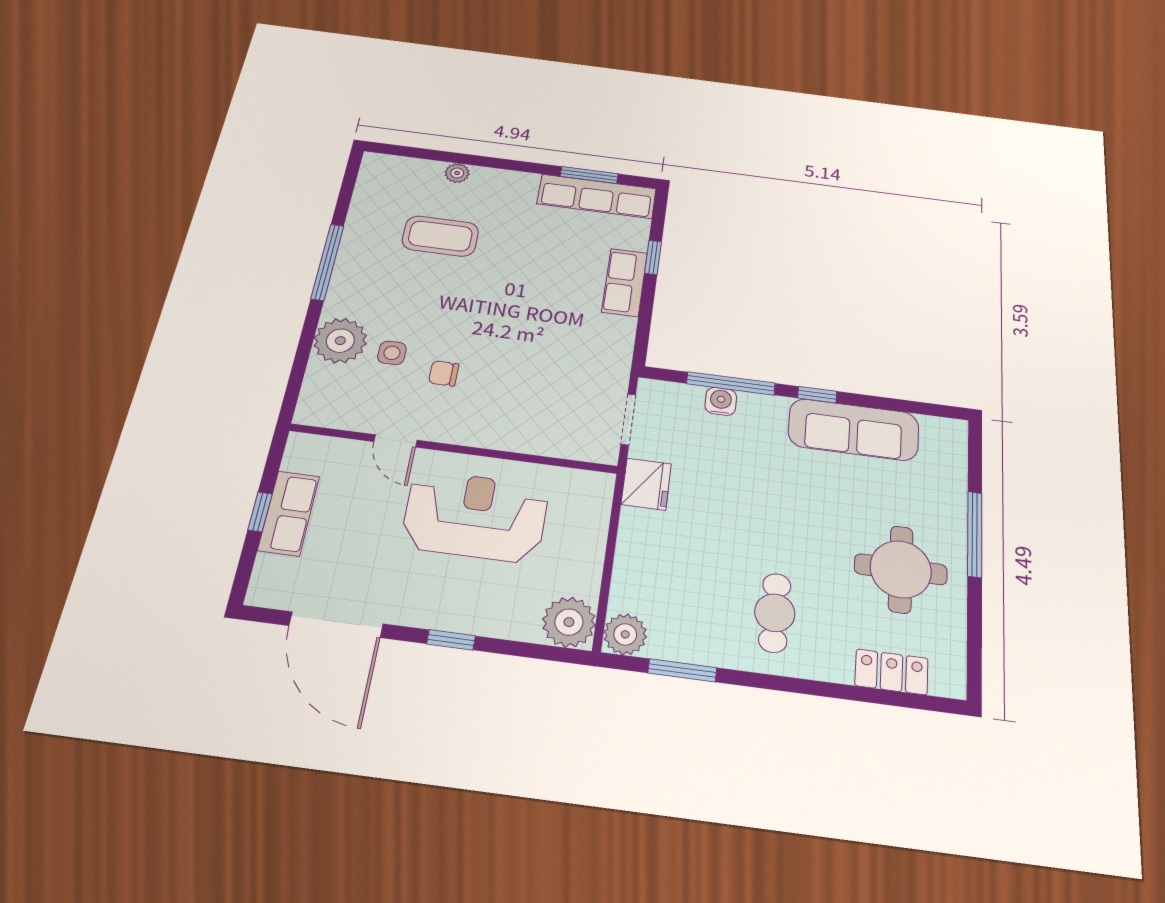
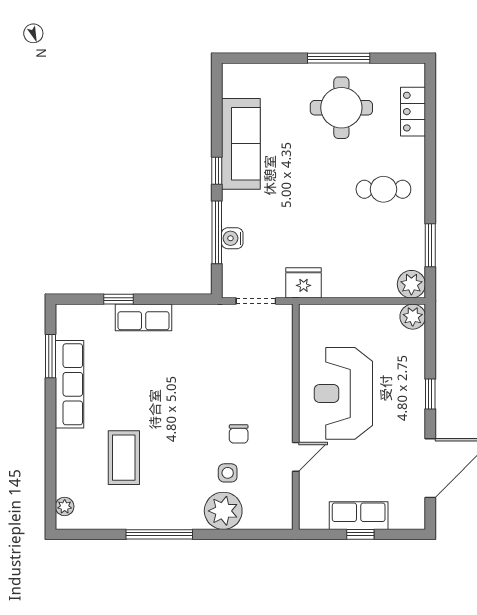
plant: (457, 173) -> (65, 506), moved
row of seats: (597, 196) -> (69, 384), moved
window: (975, 534) -> (339, 58), moved
plant: (569, 622) -> (413, 317), width x0.73, depth x0.73

